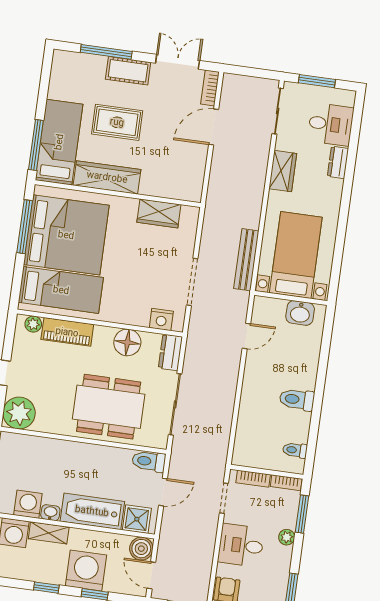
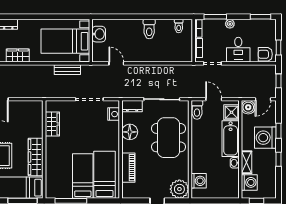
bed: (66, 235) -> (83, 176), width x0.49
bench: (246, 260) -> (67, 70), width x0.73
plant: (33, 324) -> (127, 188), removed
washing machine: (28, 504) -> (199, 181), moved, turned 180

